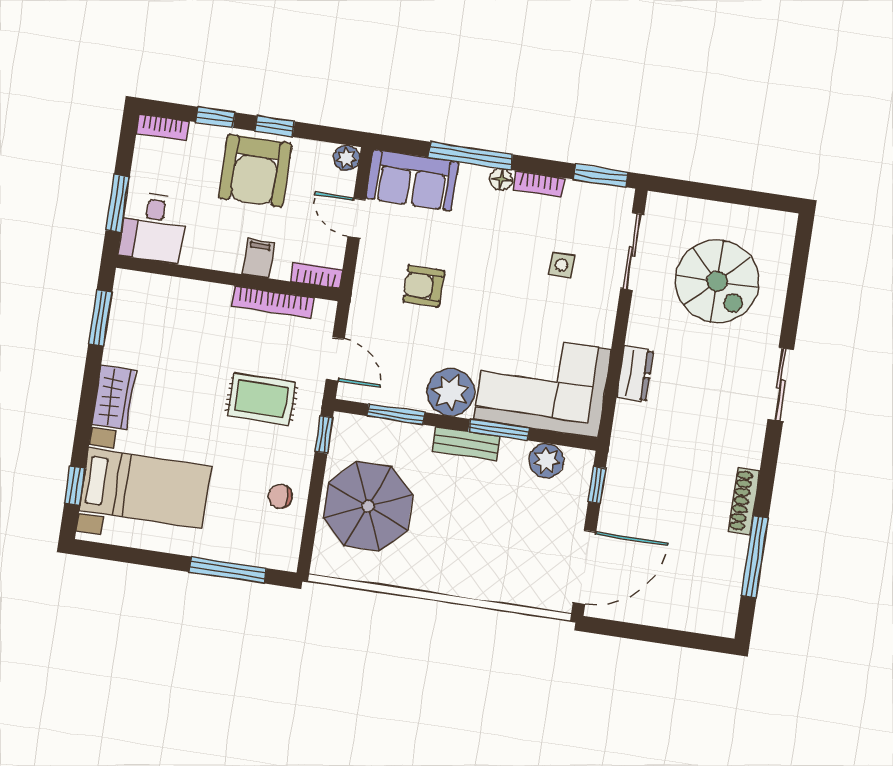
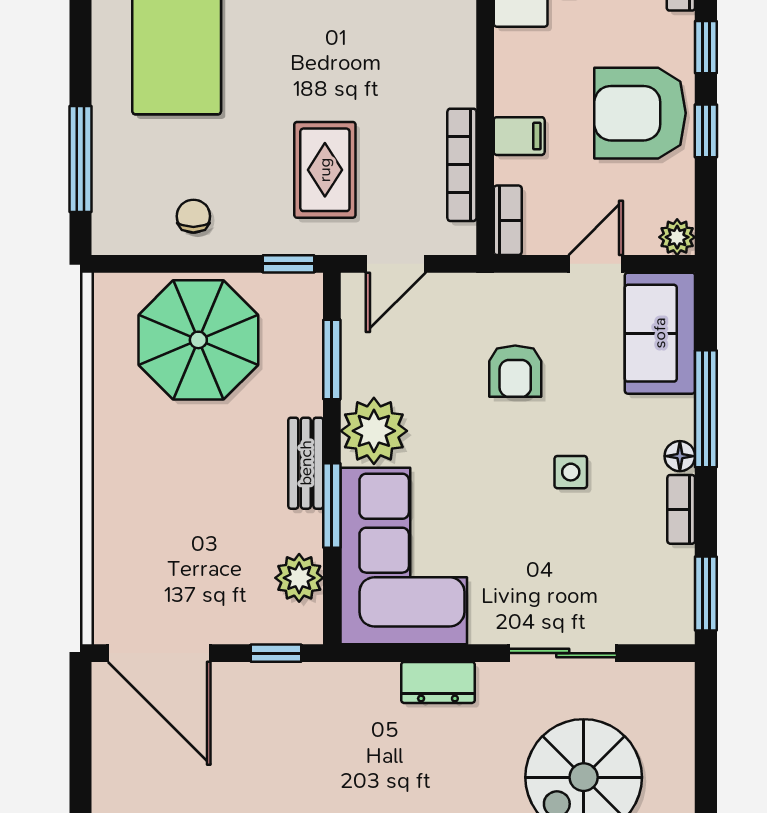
sliding door: (632, 252) -> (563, 653), moved
side table: (562, 265) -> (571, 472), moved
armchair: (424, 286) -> (515, 371), turned 180

